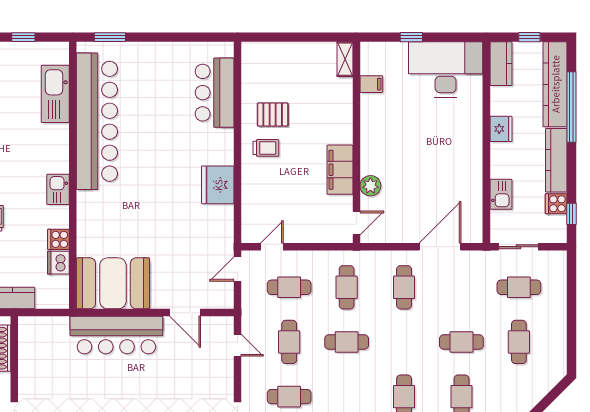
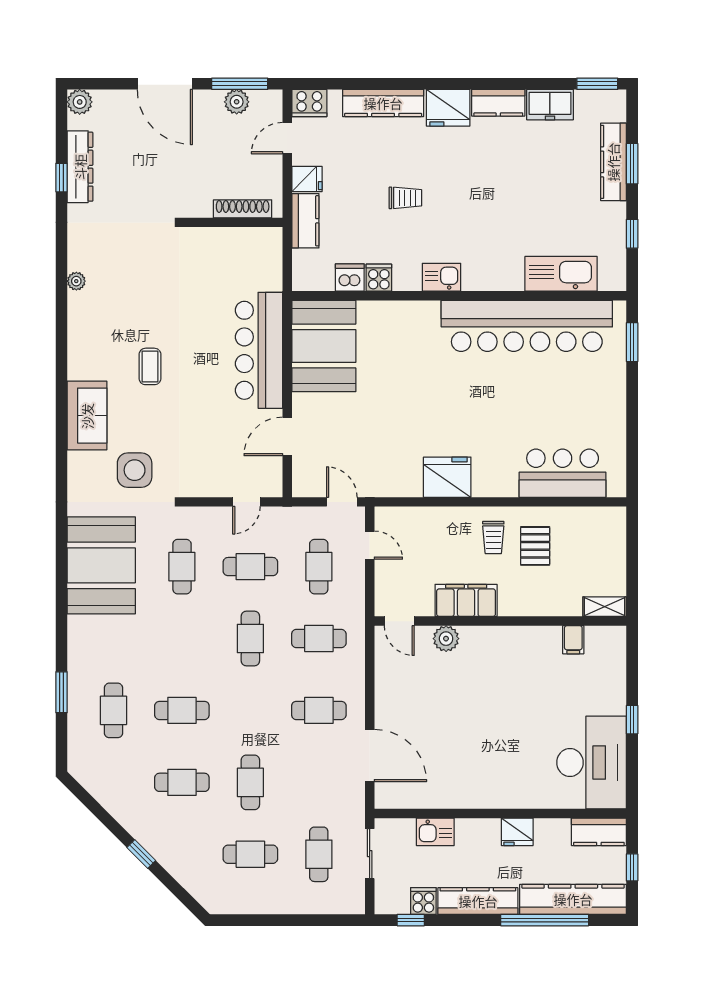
shelving: (345, 59) -> (605, 607), moved
filing cabinet: (371, 84) -> (573, 640), moved
wall: (356, 142) -> (500, 621), moved
filing cabinet: (340, 170) -> (466, 600), moved
plant: (370, 186) -> (446, 639), moved
door: (356, 223) -> (399, 621), moved

